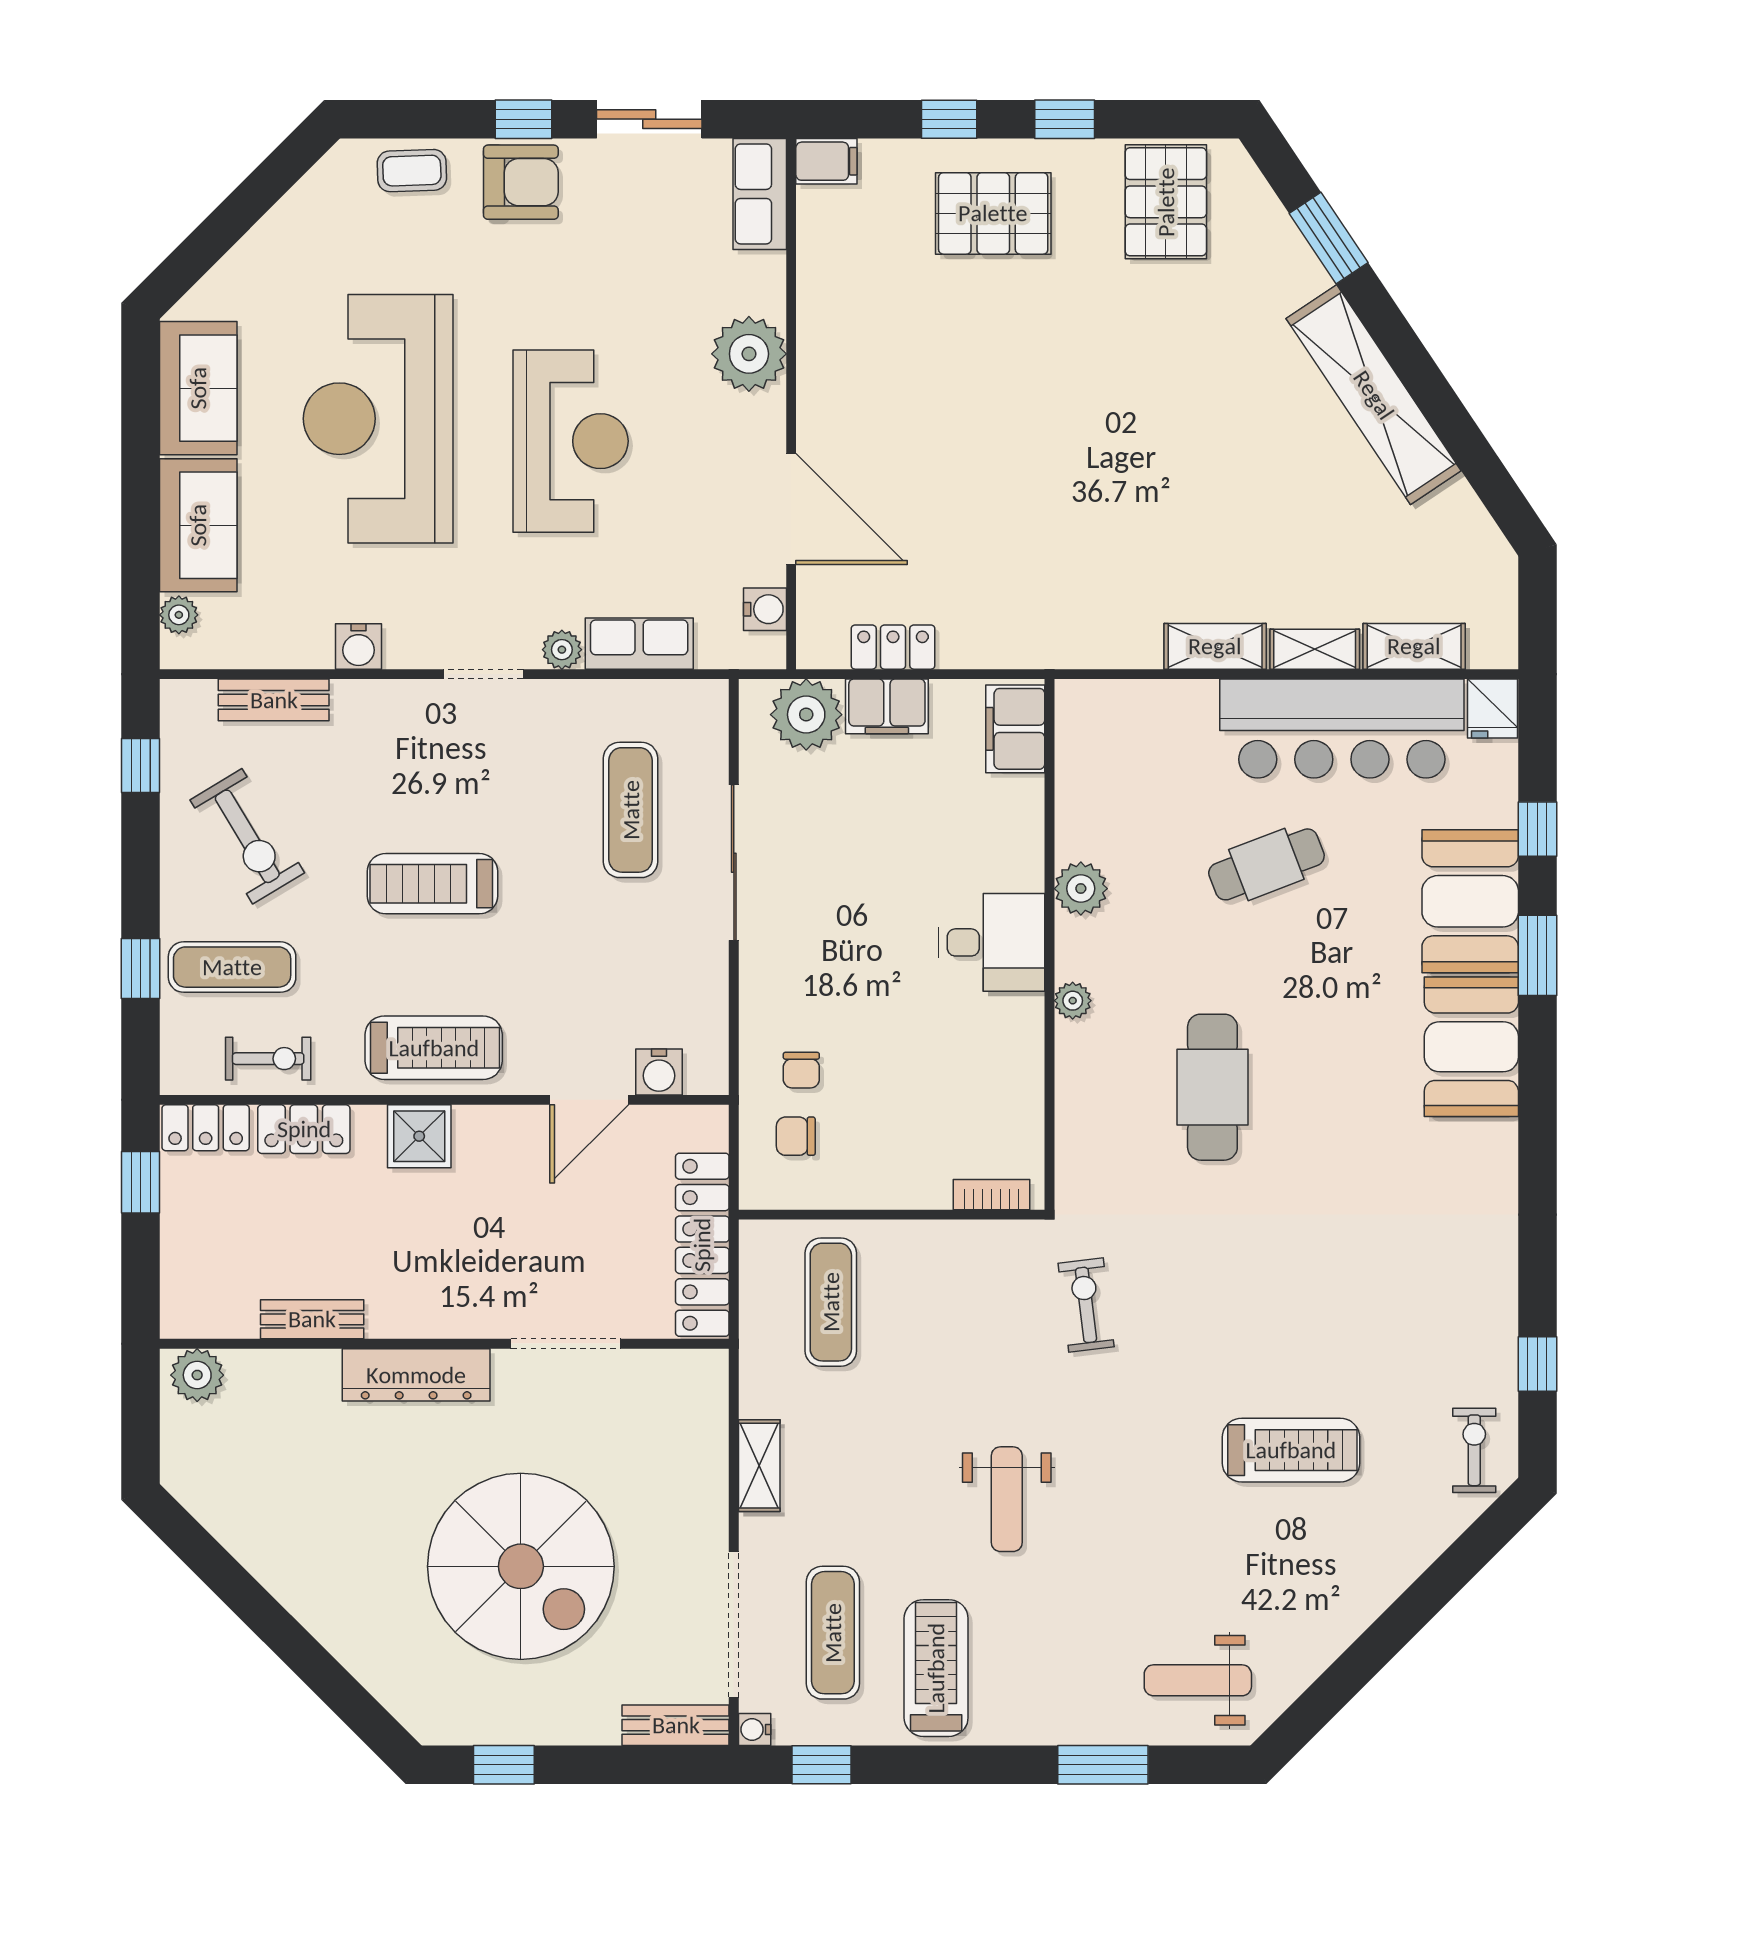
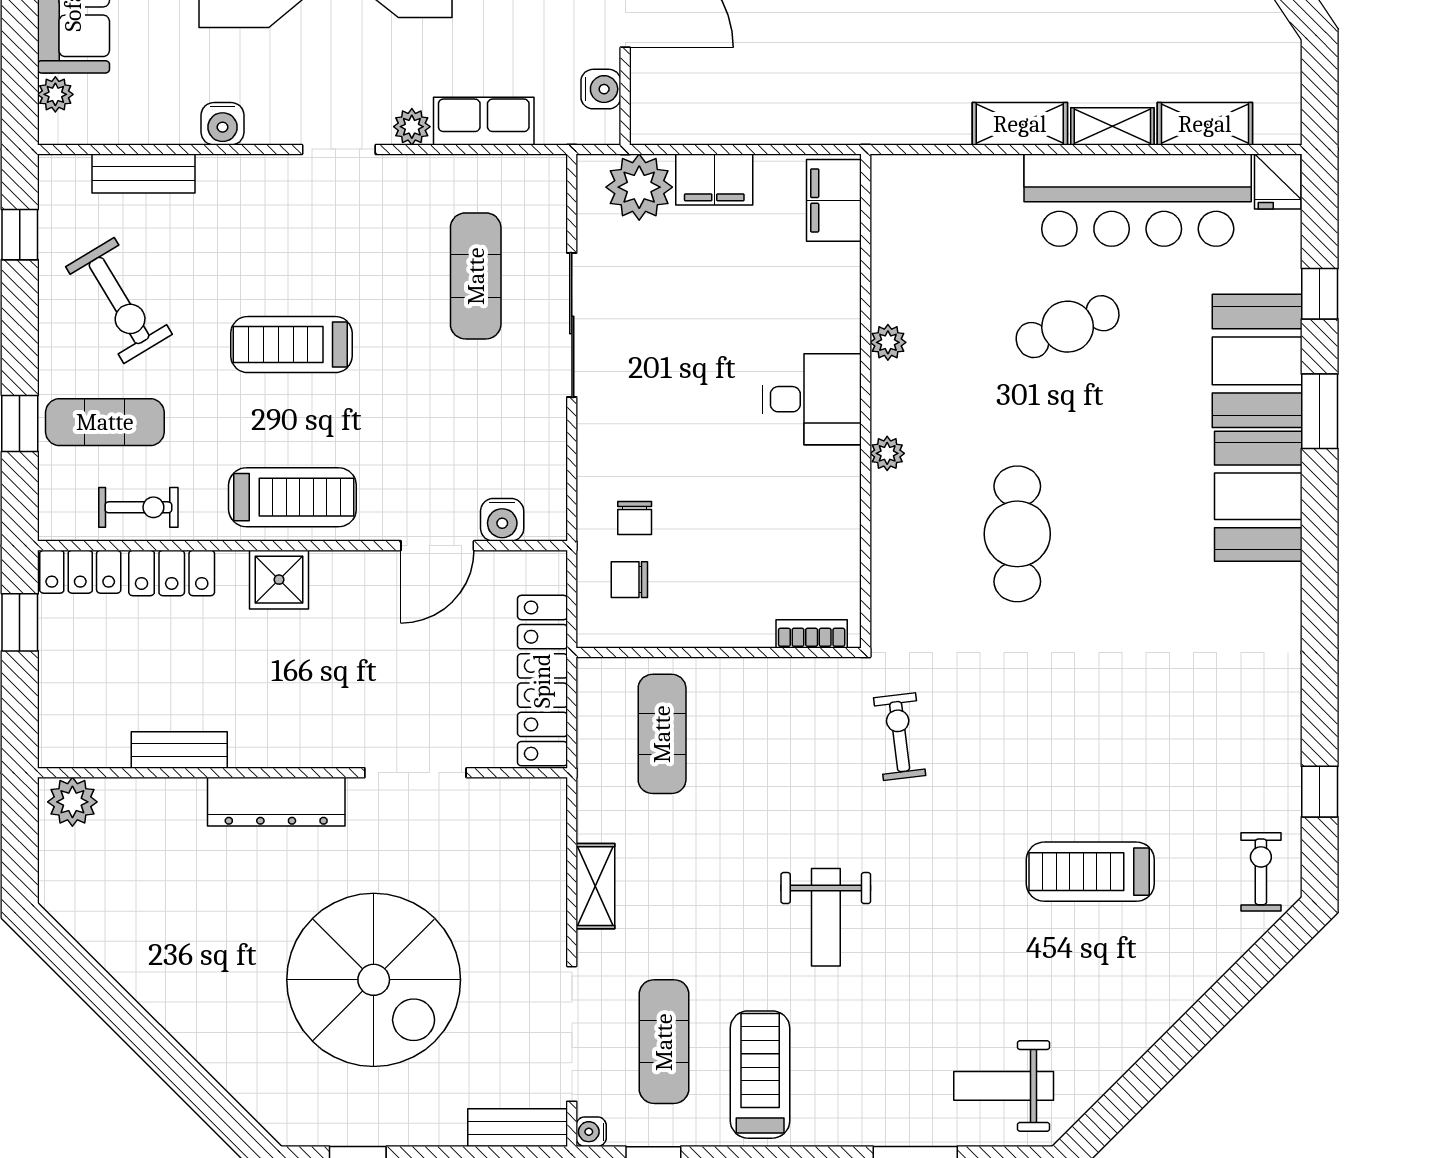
locker: (893, 647) -> (720, 124), removed
plant: (1081, 889) -> (888, 342), width x0.73, depth x0.73
treadmill: (1291, 1450) -> (1090, 872), turned 180

